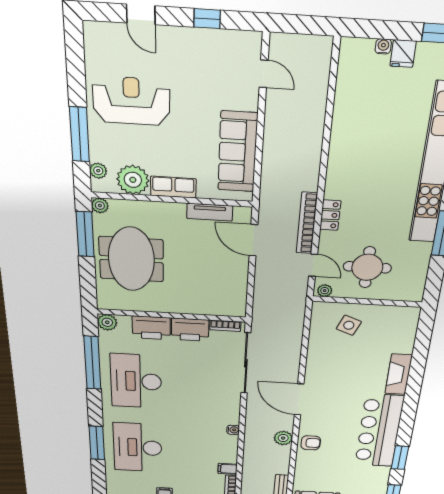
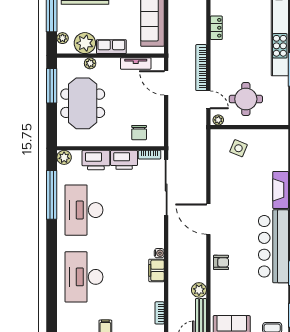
plant: (100, 206) -> (90, 63), moved
locker: (330, 215) -> (216, 28), moved
chair: (212, 299) -> (139, 133), added
plant: (283, 438) -> (199, 290), moved
window: (97, 443) -> (52, 275), removed
filing cabinet: (228, 469) -> (156, 270), moved, width x2.00

